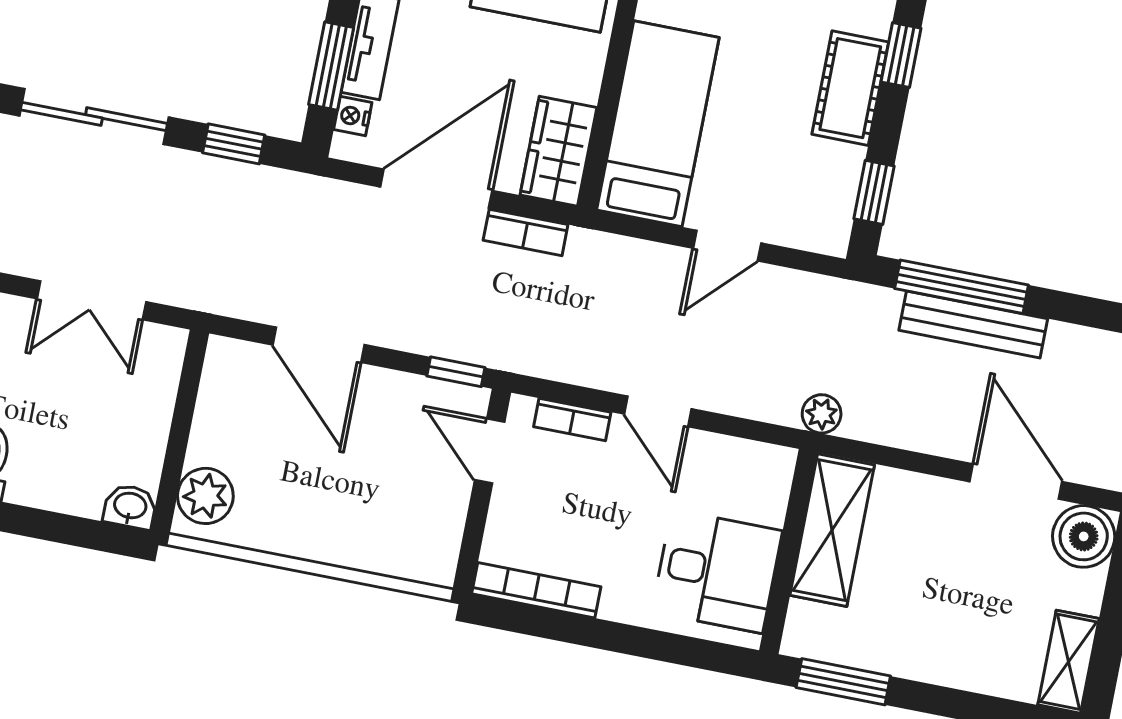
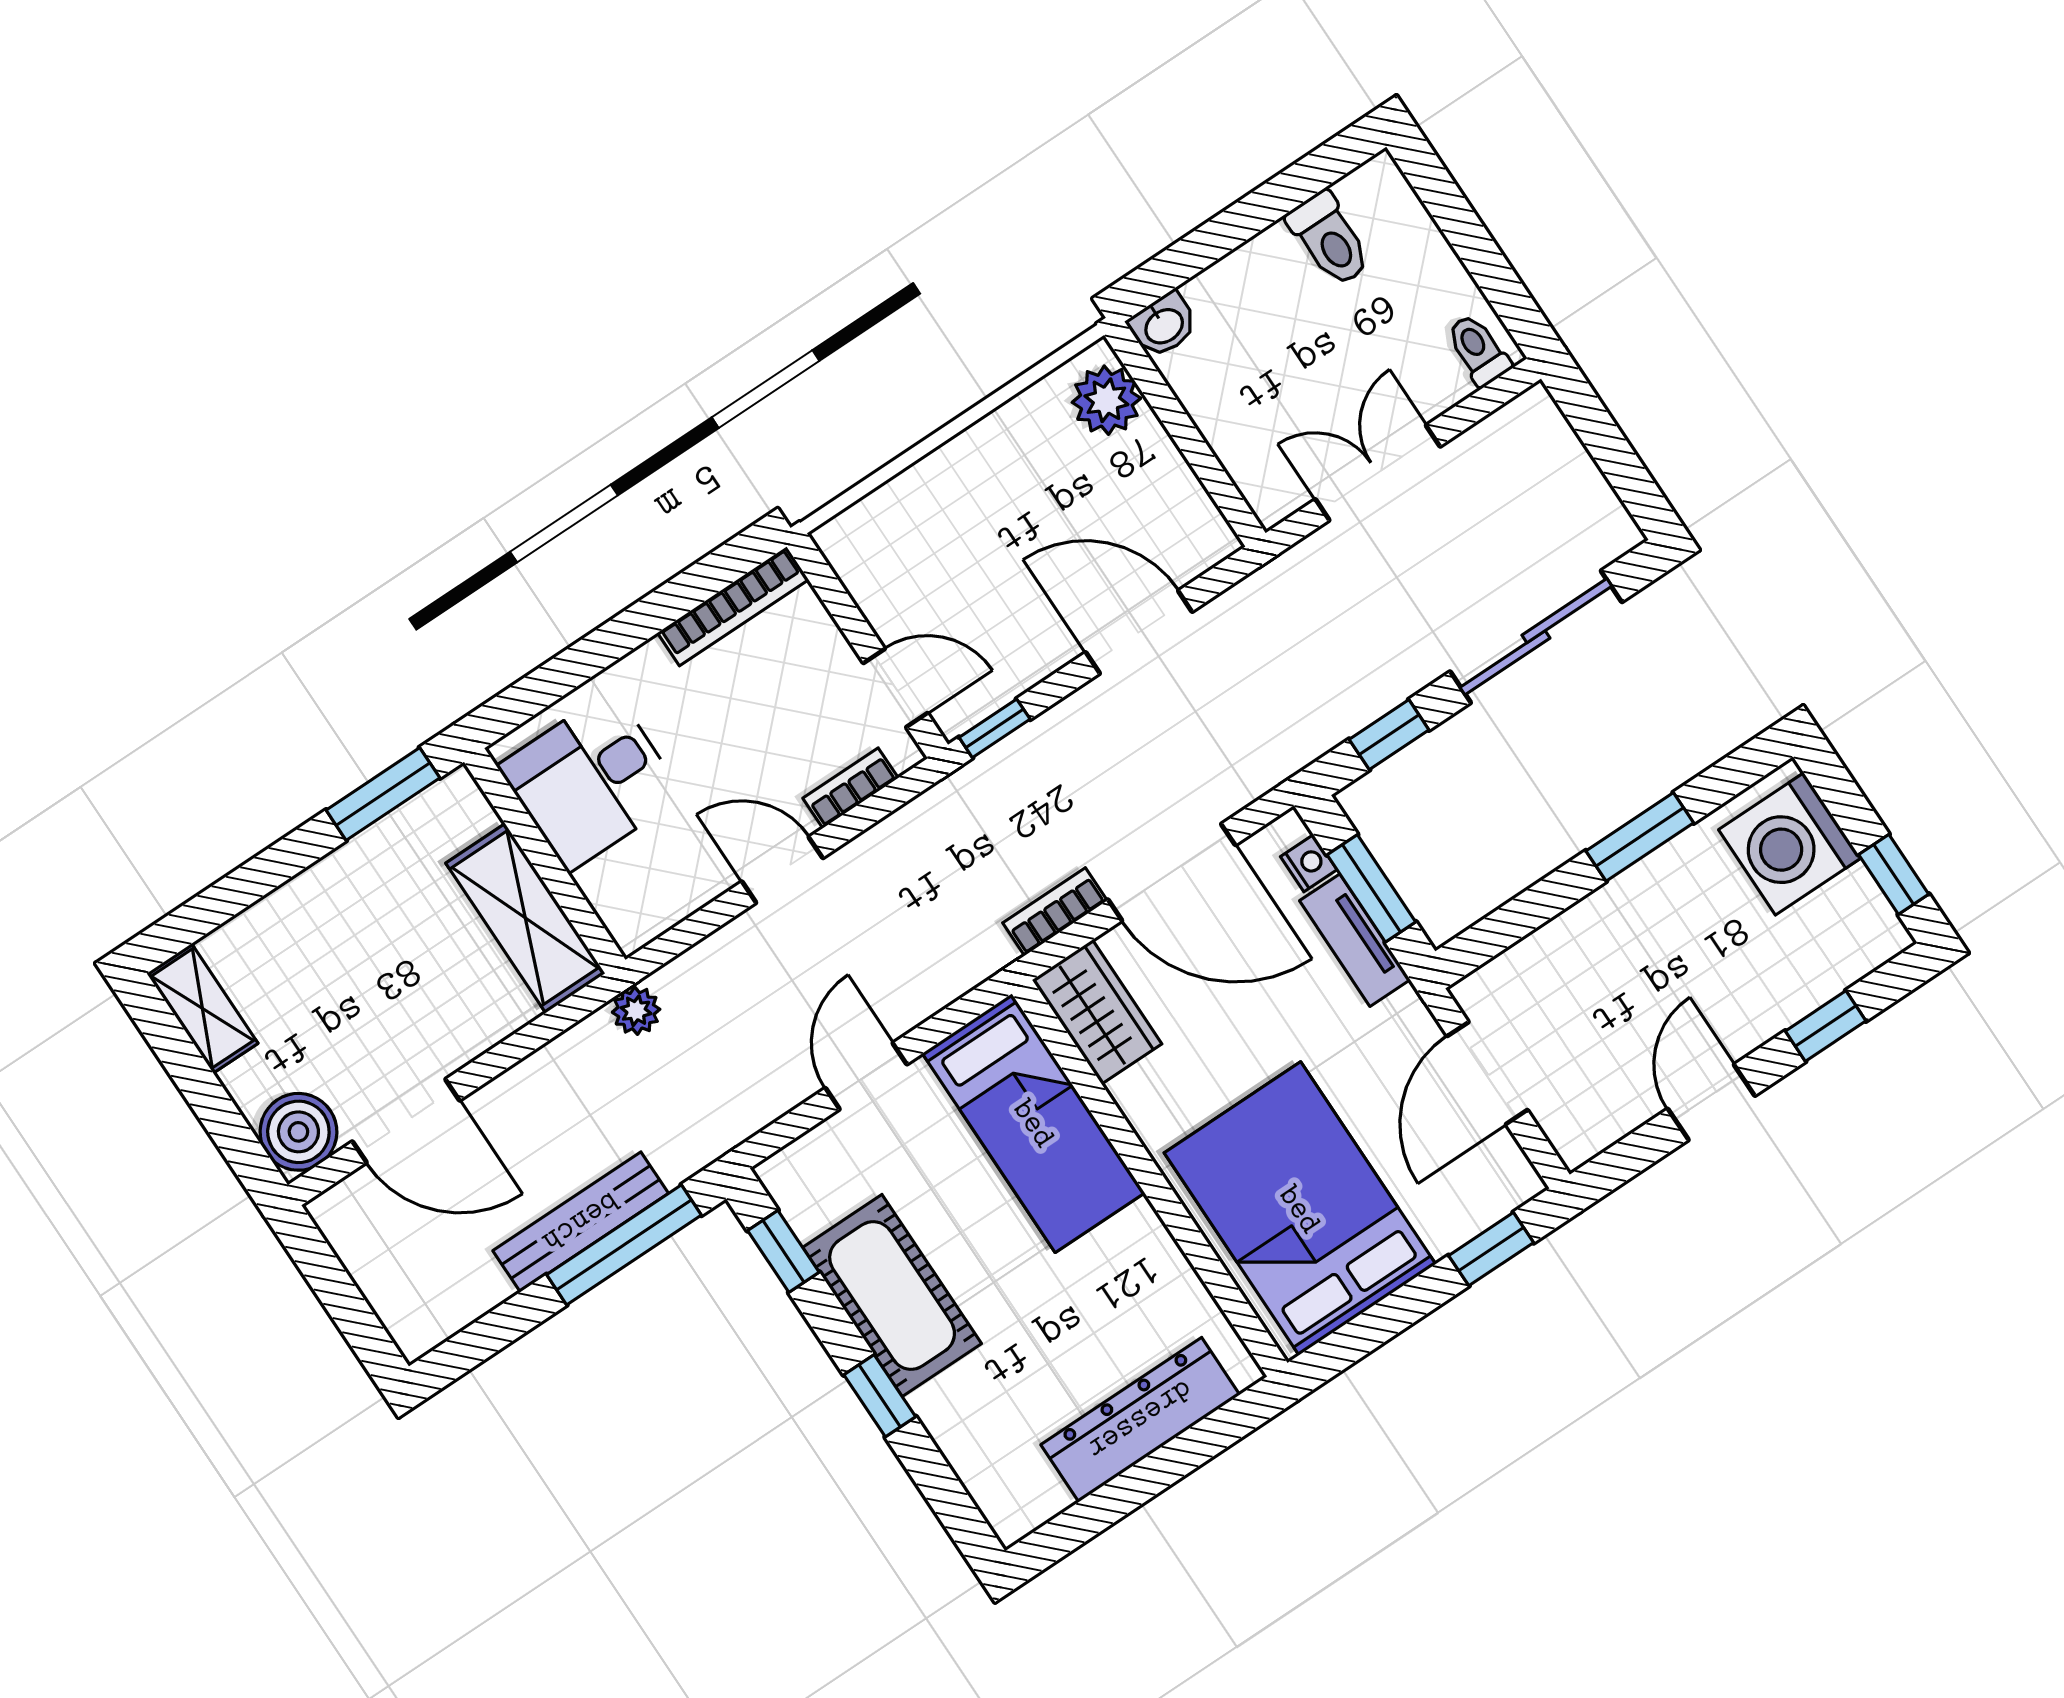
cot: (850, 88) -> (892, 1296), width x1.37, depth x1.34
door: (436, 189) -> (1172, 872), hinge flipped

